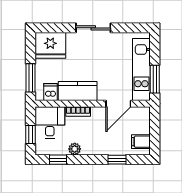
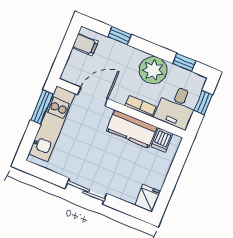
fridge: (50, 45) -> (148, 198), width x0.53, depth x0.75
window: (31, 78) -> (178, 165), removed
plant: (75, 149) -> (153, 70), width x1.88, depth x1.88

